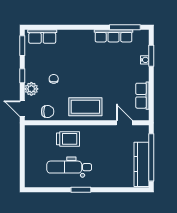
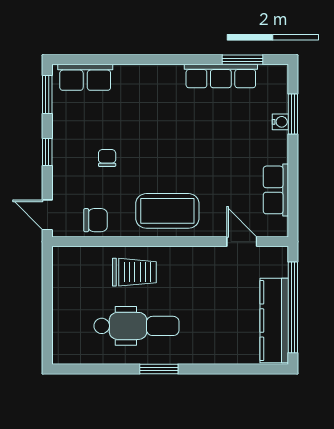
window: (125, 27) -> (242, 60), width x0.69
plant: (31, 89) -> (65, 177), removed
dental chair: (69, 167) -> (136, 326), turned 180

